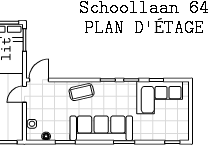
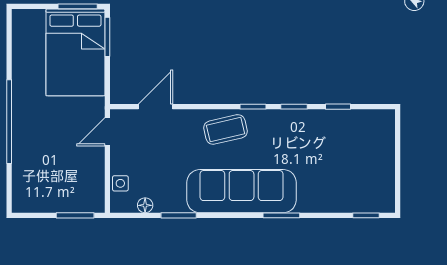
door: (39, 80) -> (155, 107), moved
coffee table: (82, 92) -> (226, 129), moved
corner sofa: (160, 98) -> (344, 138), removed

